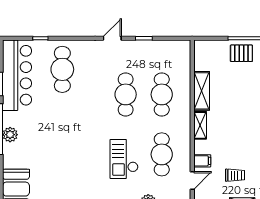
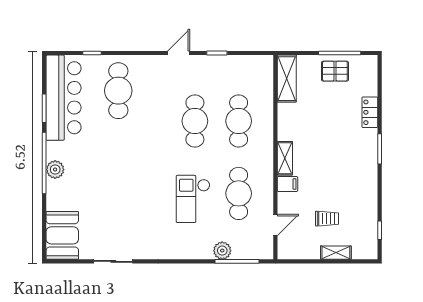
shelving: (202, 91) -> (287, 79), moved
filing cabinet: (202, 161) -> (287, 184), moved

